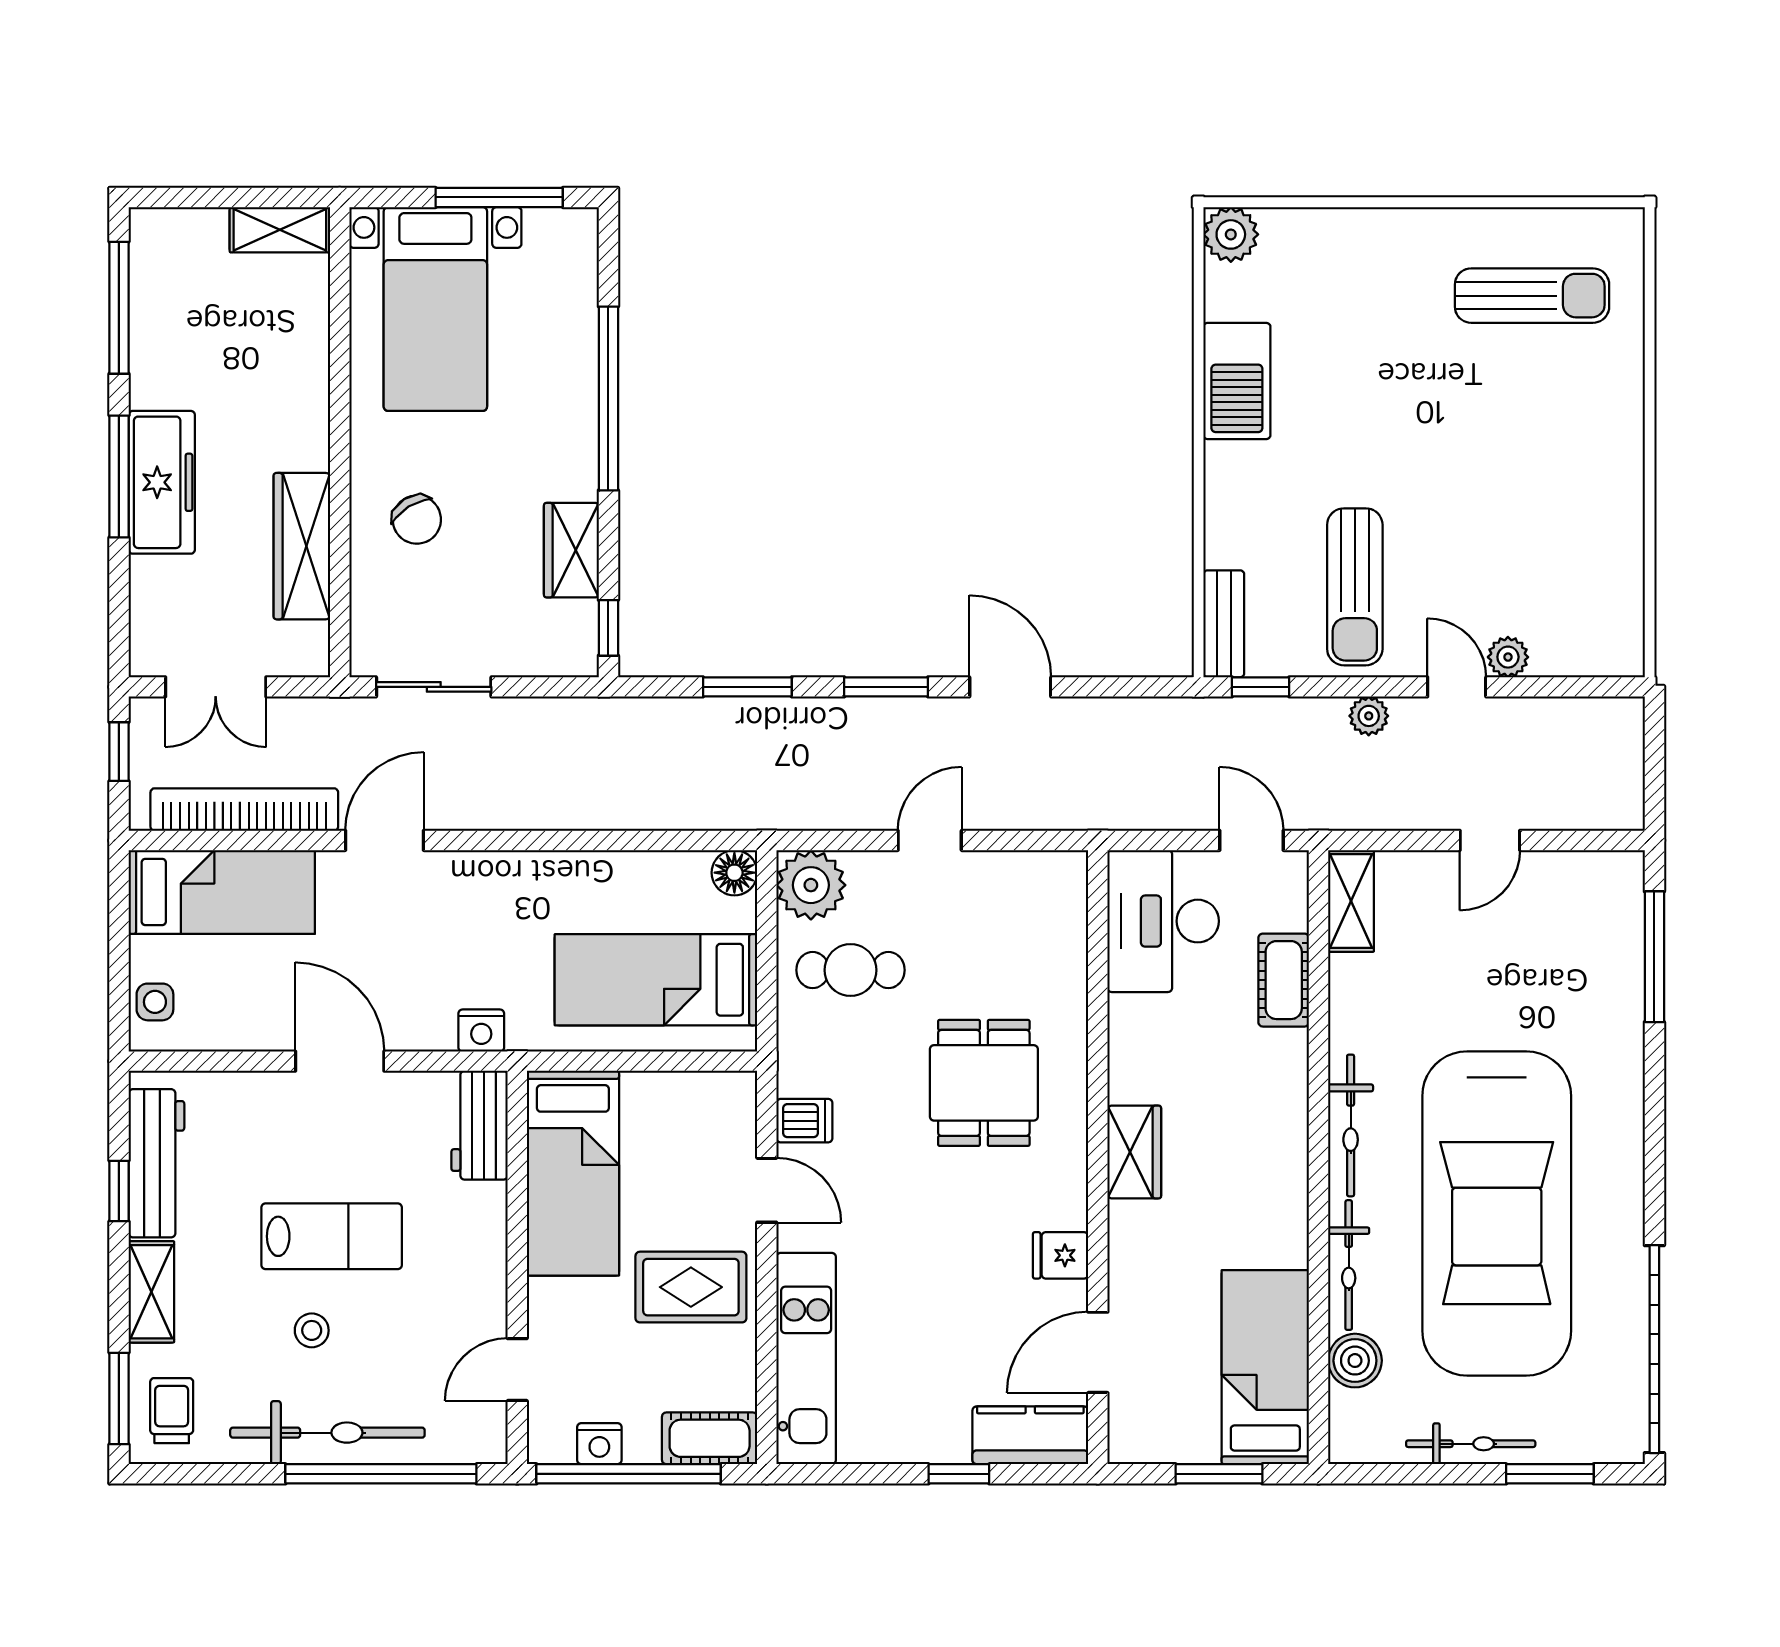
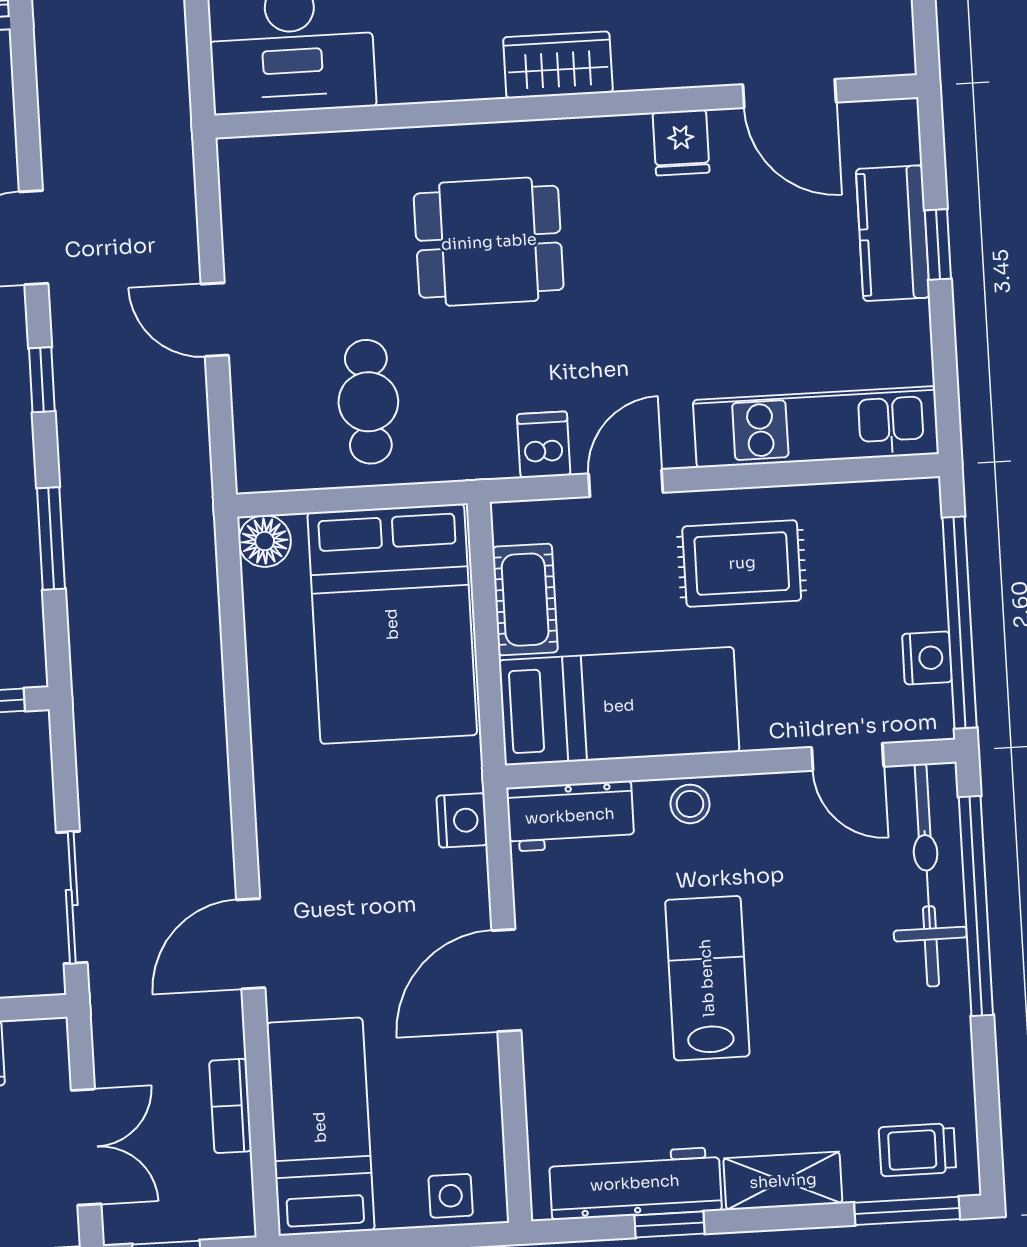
window: (886, 687) -> (42, 380), width x0.67
bookcase: (244, 810) -> (230, 1106), width x0.43, depth x0.76
door: (384, 840) -> (251, 944), hinge flipped
plant: (811, 885) -> (274, 453), removed
bed: (656, 980) -> (392, 624), width x1.50
rug: (691, 1287) -> (742, 563), turned 90
stool: (312, 1330) -> (690, 804), moved
bicycle: (327, 1433) -> (927, 875), moved
kitchen counter: (1030, 1435) -> (893, 233), moved
cot: (710, 1438) -> (525, 600), moved

